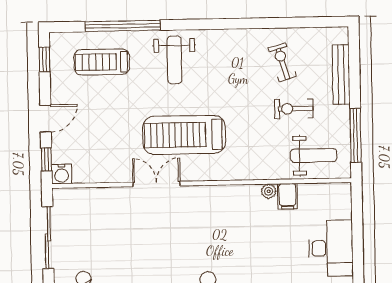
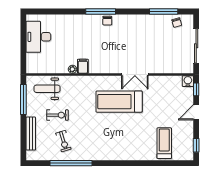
window: (123, 26) -> (71, 163), moved
weight bench: (175, 60) -> (124, 144), removed
treadmill: (102, 62) -> (164, 143), turned -90
treadmill: (184, 135) -> (119, 102), turned 180
filing cabinet: (287, 196) -> (83, 66), moved

